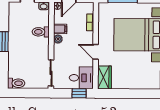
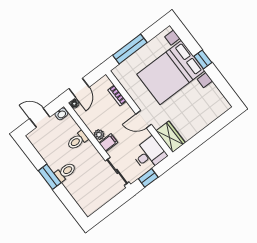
filing cabinet: (60, 29) -> (108, 143), moved
toilet: (16, 83) -> (65, 172), moved
window: (79, 93) -> (148, 178), moved

